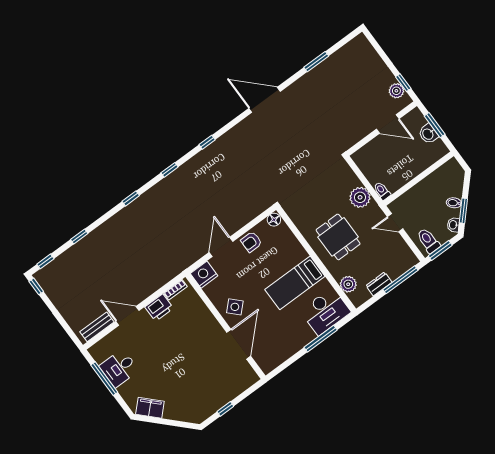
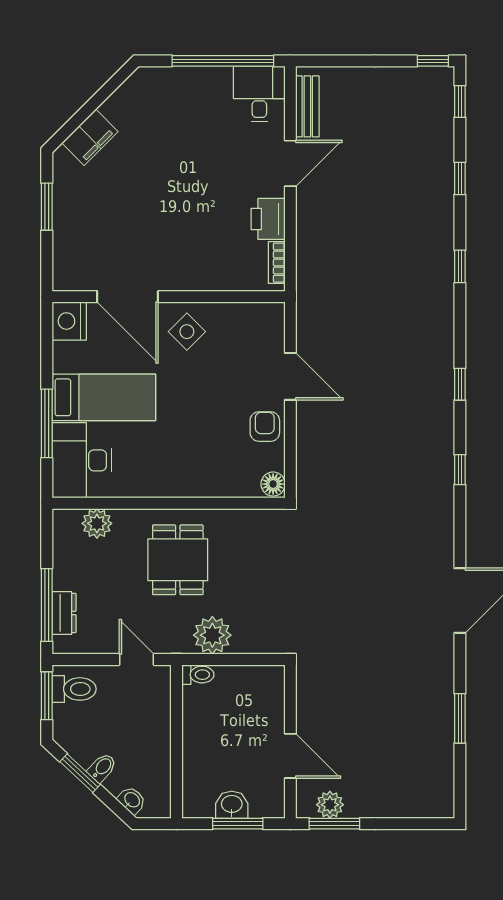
window: (403, 83) -> (334, 824), width x1.50
door: (388, 124) -> (290, 756), swing flipped
window: (131, 198) -> (460, 266), moved
door: (395, 223) -> (137, 659), hinge flipped
washbasin: (453, 225) -> (132, 800), moved
dining table: (338, 237) -> (178, 560), turned 90
nightstand: (204, 275) -> (69, 321), moved, turned 180
bed: (295, 283) -> (104, 397), moved, turned 90
dresser: (379, 284) -> (64, 613), moved
desk: (119, 368) -> (259, 94), moved
window: (104, 379) -> (223, 61), width x1.46
filing cabinet: (150, 408) -> (90, 137), moved
window: (225, 409) -> (47, 207), width x1.50

